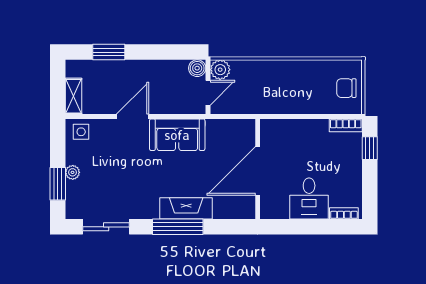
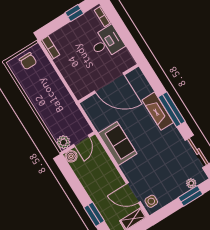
door: (208, 93) -> (82, 141), swing flipped
door: (133, 117) -> (133, 193), moved
window: (370, 148) -> (74, 13), moved
plant: (73, 172) -> (191, 183), moved

